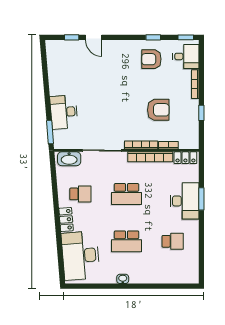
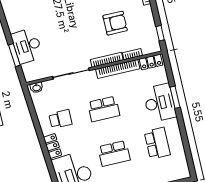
window: (201, 113) -> (160, 33), moved
window: (50, 132) -> (14, 55), moved
washbasin: (69, 159) -> (36, 88), width x0.52, depth x0.69
school desk: (173, 241) -> (157, 143), width x1.85

